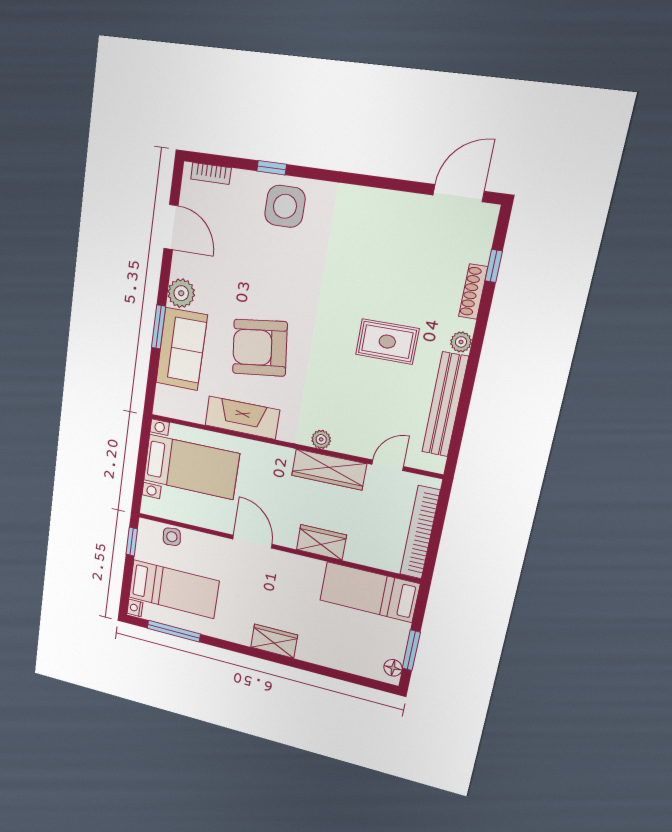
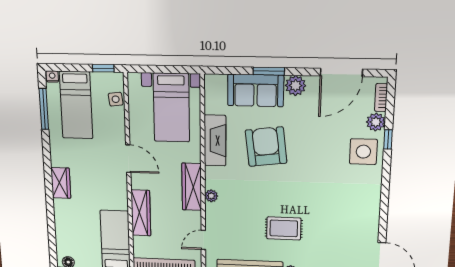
plant: (244, 184) -> (376, 122), added
door: (171, 227) -> (341, 72), width x1.36
rug: (387, 342) -> (284, 228), turned 90
door: (388, 465) -> (203, 240), swing flipped
wardrobe: (329, 469) -> (192, 187), moved
door: (252, 542) -> (128, 159), hinge flipped
wardrobe: (321, 542) -> (141, 213), width x1.50

